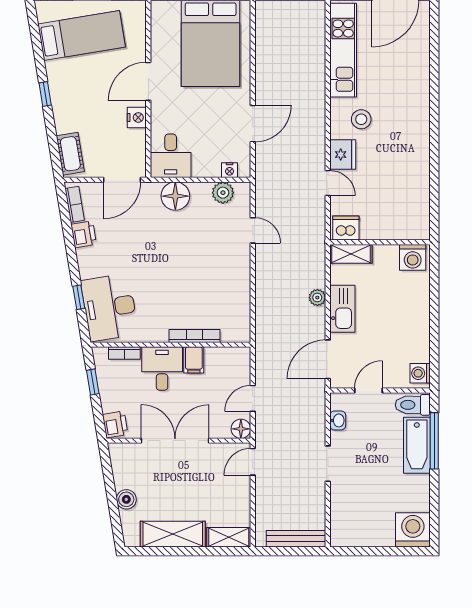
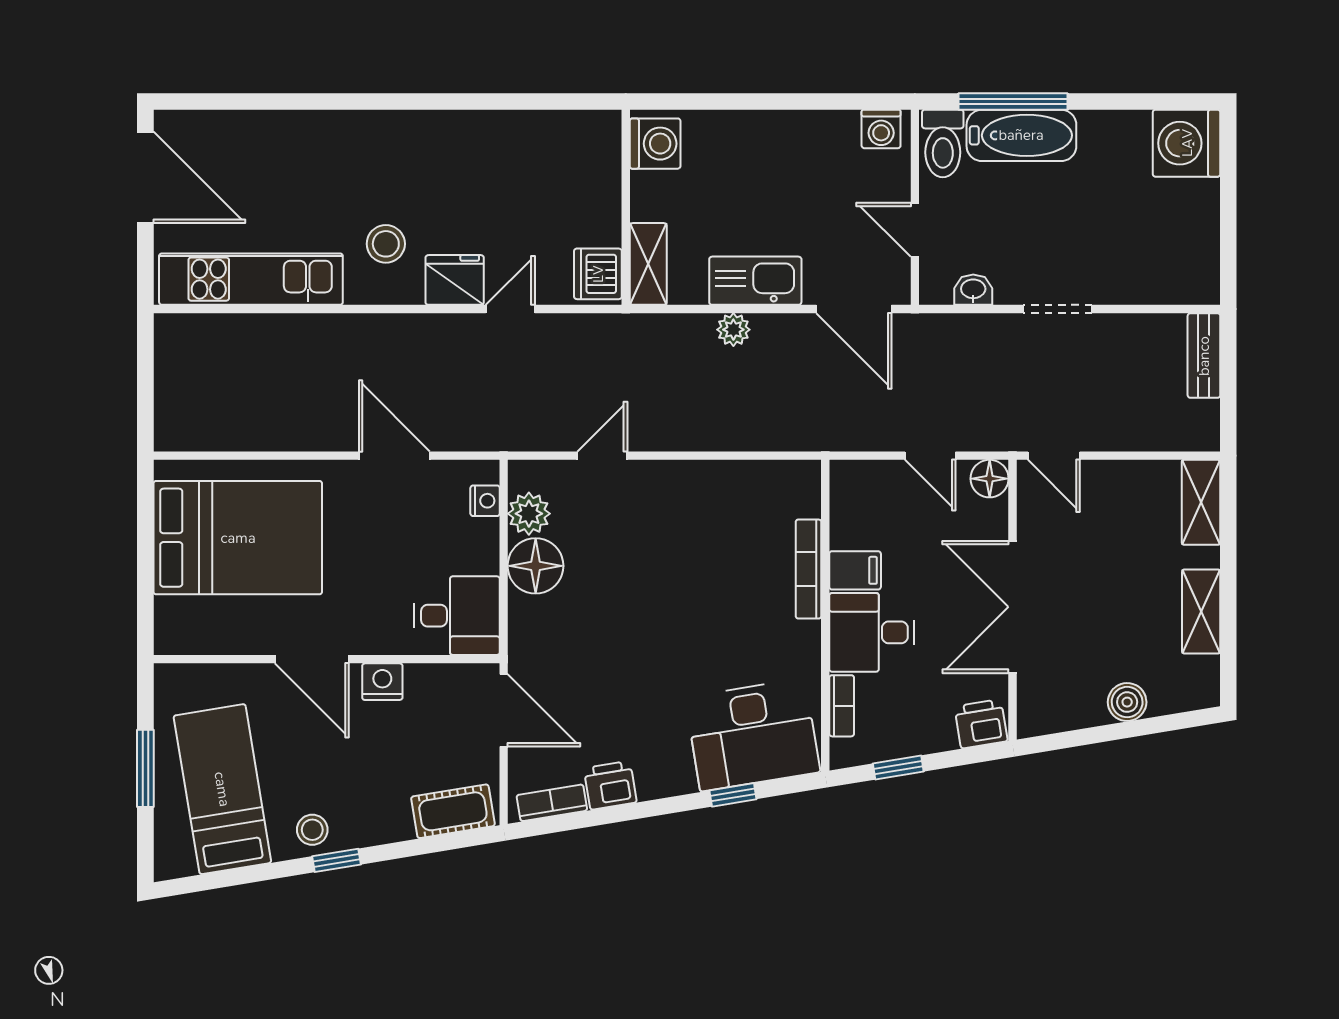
stool: (61, 82) -> (312, 830), added
floor lamp: (175, 196) -> (536, 566), moved
shelving: (173, 534) -> (1201, 612), width x0.67, depth x0.75
bench: (296, 539) -> (1204, 356), width x0.73

